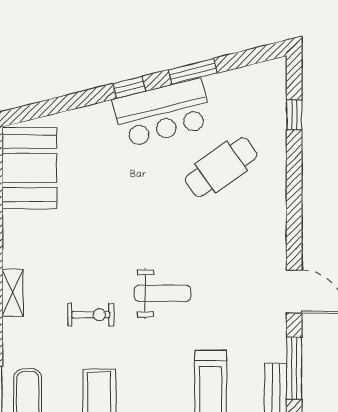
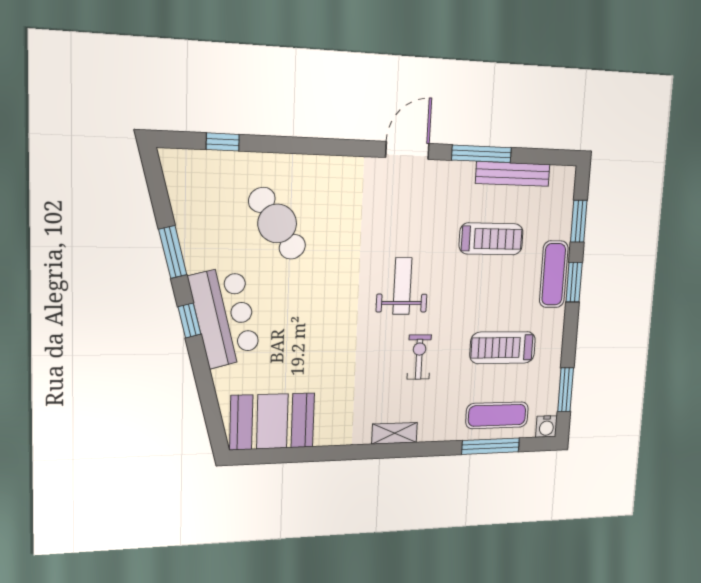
bar counter: (162, 113) -> (225, 316), moved

